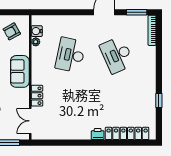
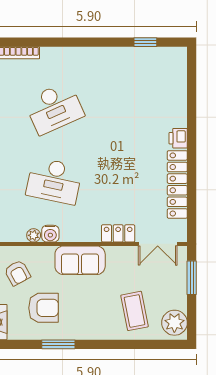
water cooler: (37, 31) -> (50, 234), moved
window: (159, 100) -> (145, 42), moved
locker: (127, 133) -> (177, 184), moved

